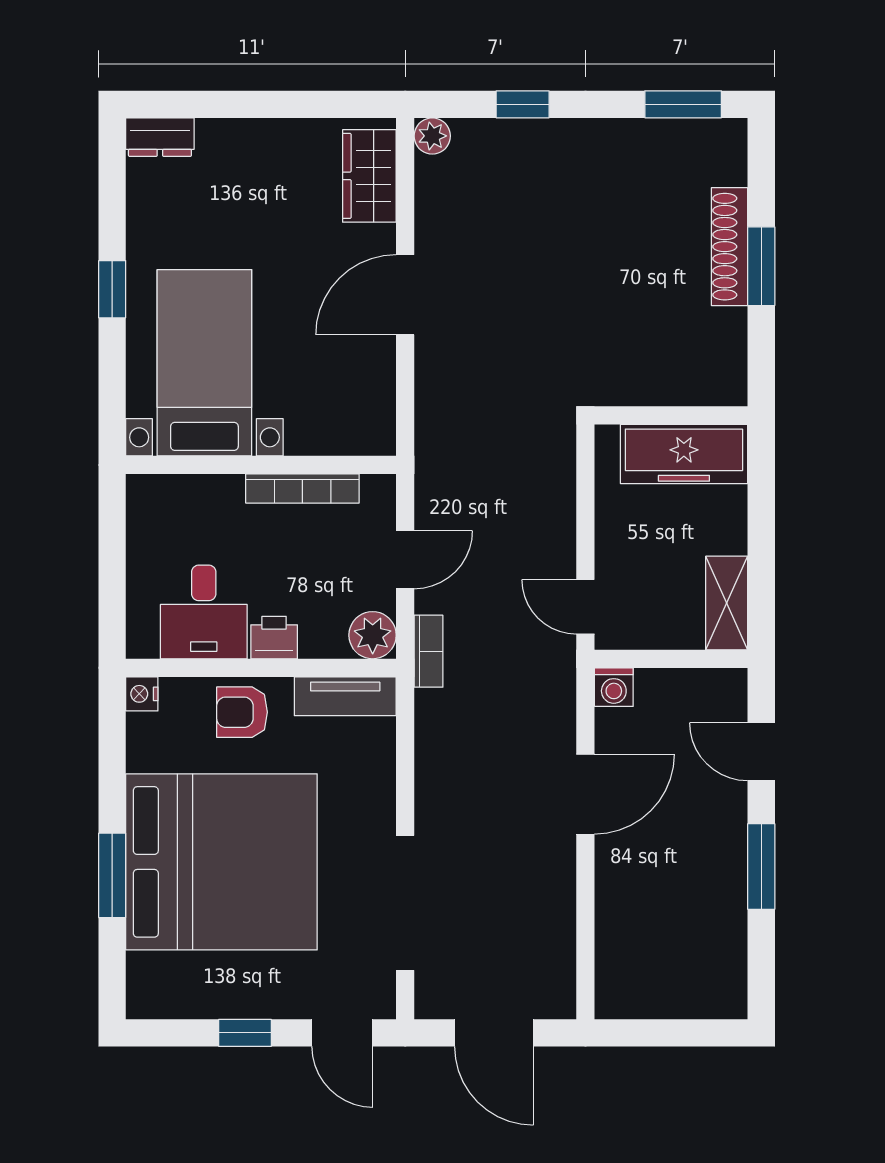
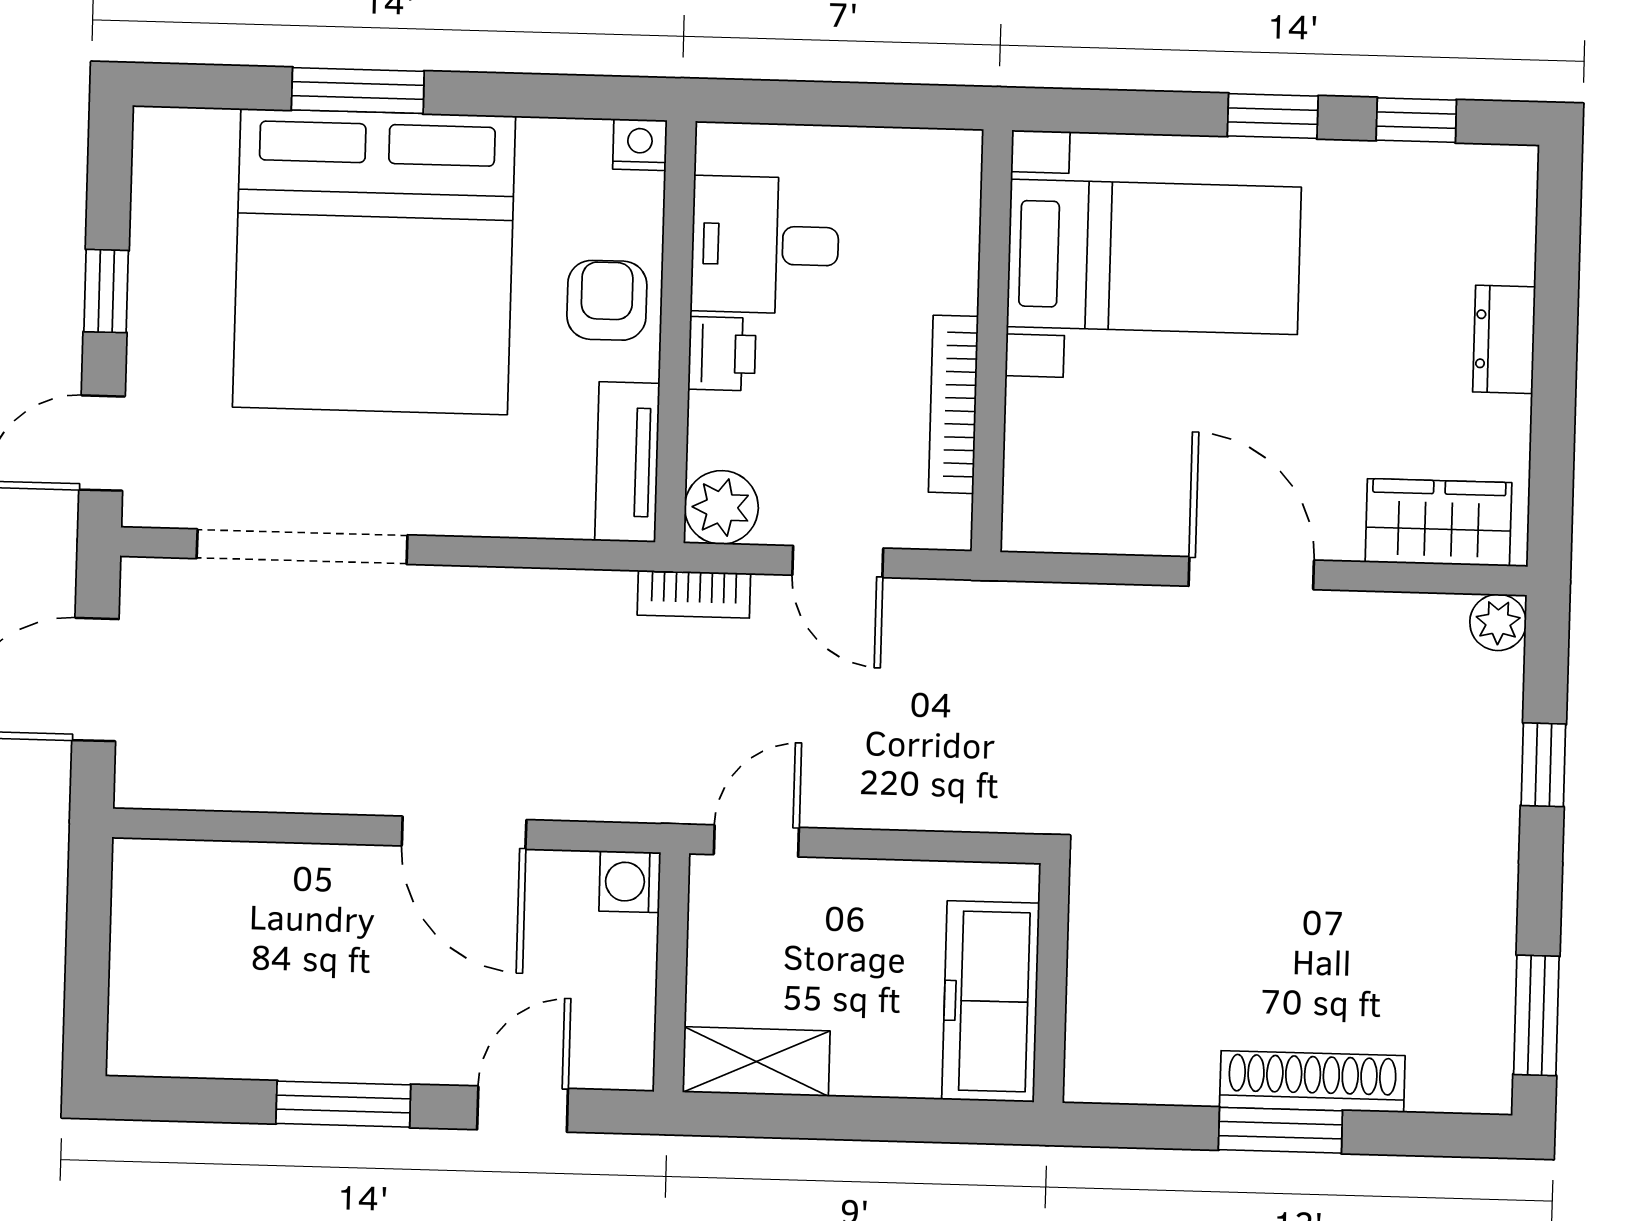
dresser: (160, 137) -> (1504, 339), moved
window: (112, 197) -> (1416, 120), added

